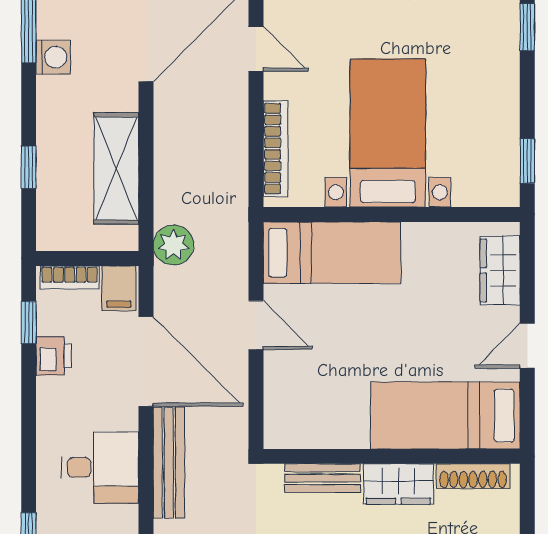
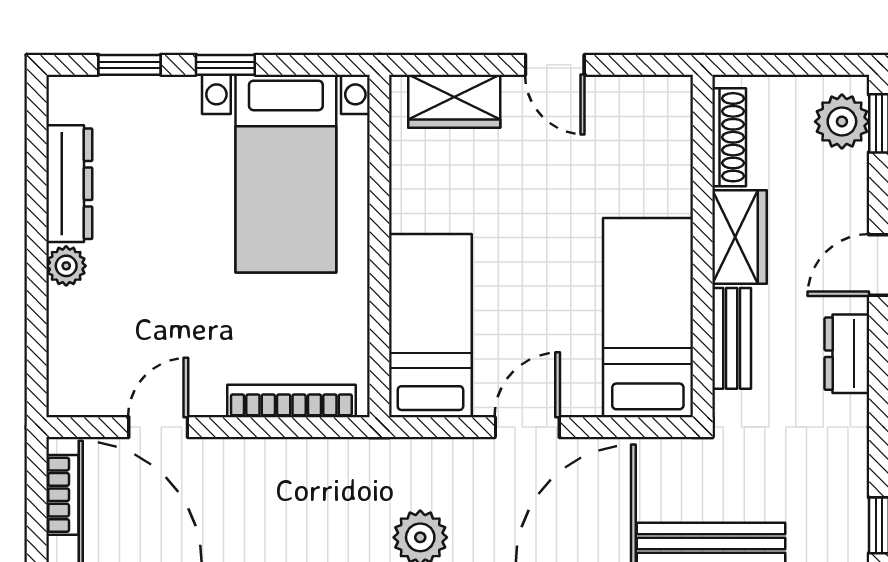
bed with nightstands: (388, 133) -> (286, 174), moved, turned -90
window: (527, 161) -> (225, 65), moved
bed: (445, 415) -> (648, 318), moved, turned 180

